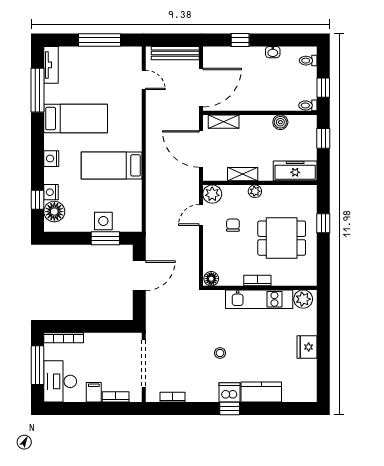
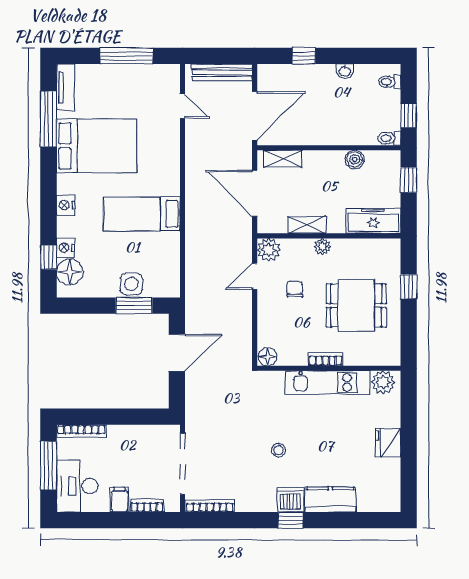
bed: (76, 119) -> (96, 146), width x1.50
bookcase: (172, 397) -> (210, 506), width x1.56

